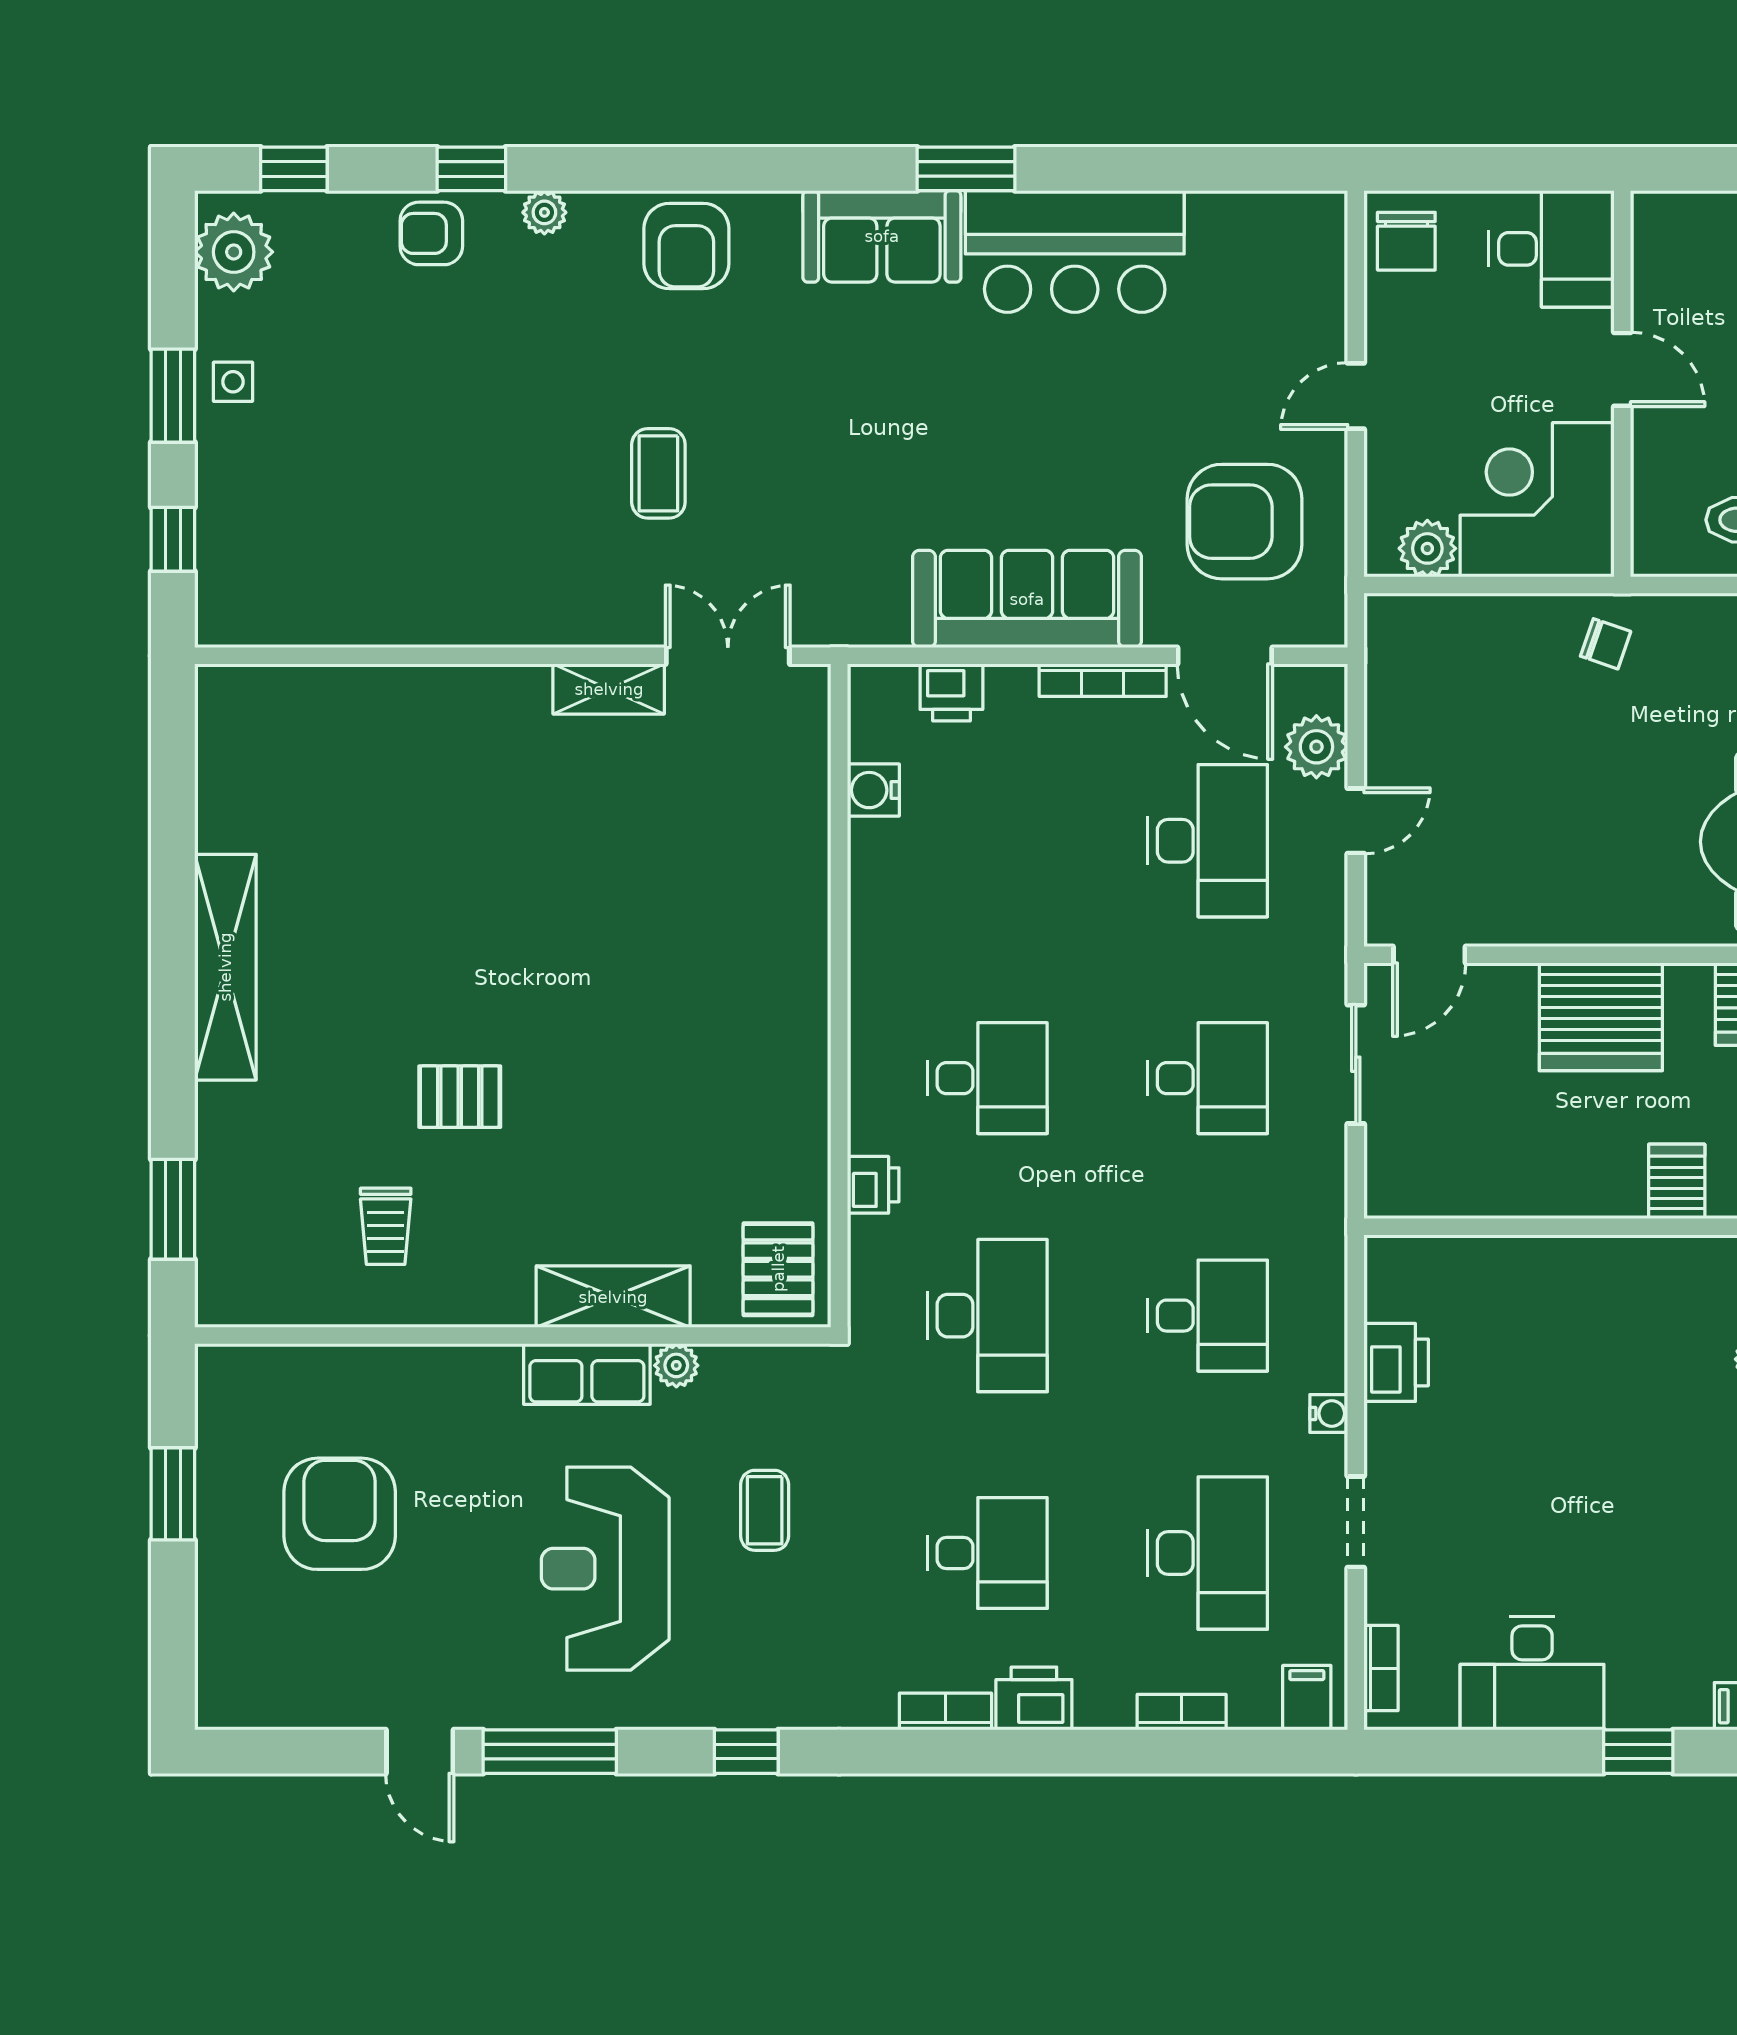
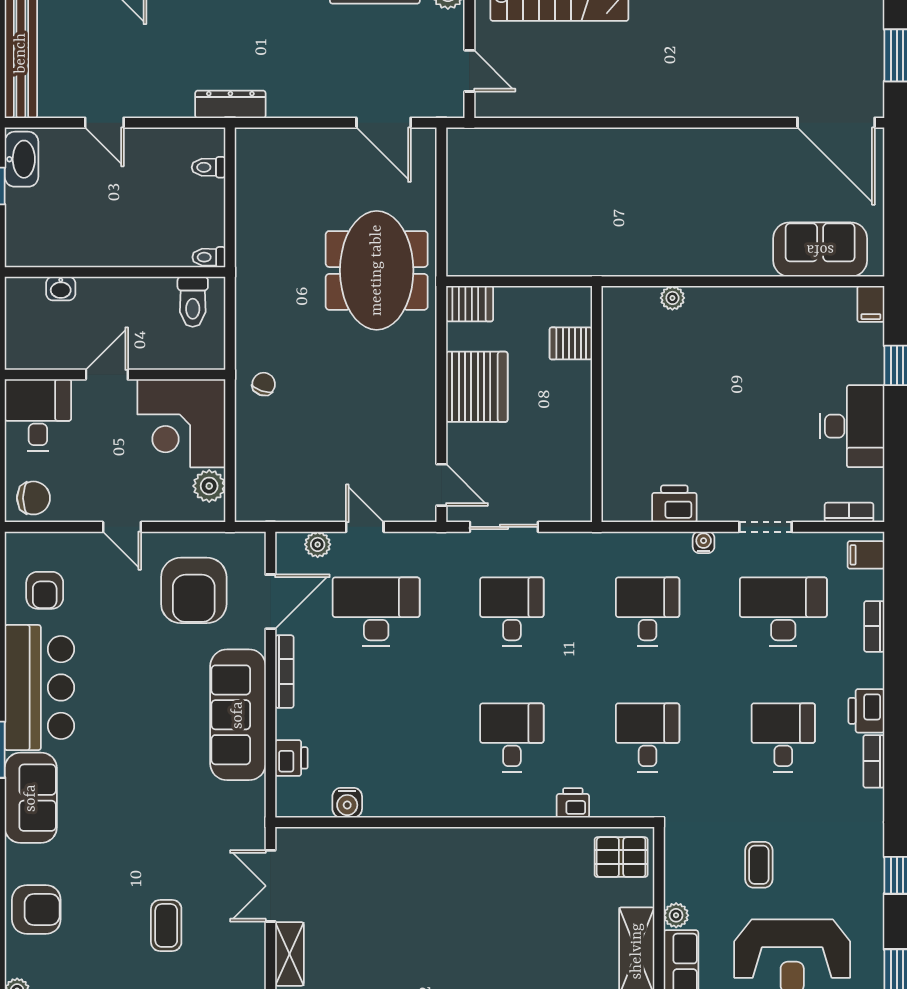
armchair: (1245, 261) -> (45, 590), added
coffee table: (658, 473) -> (166, 925), turned 90
plant: (1316, 747) -> (318, 544), width x0.73, depth x0.73
desk: (987, 1316) -> (648, 737), width x0.73
coffee table: (765, 1510) -> (759, 865), turned 90

